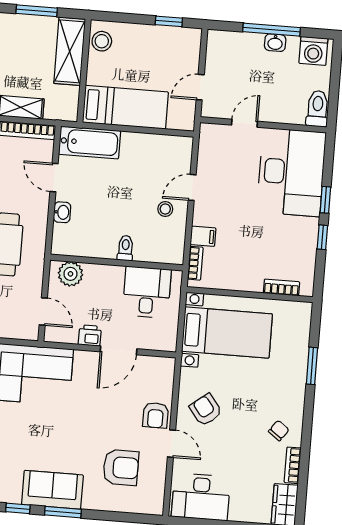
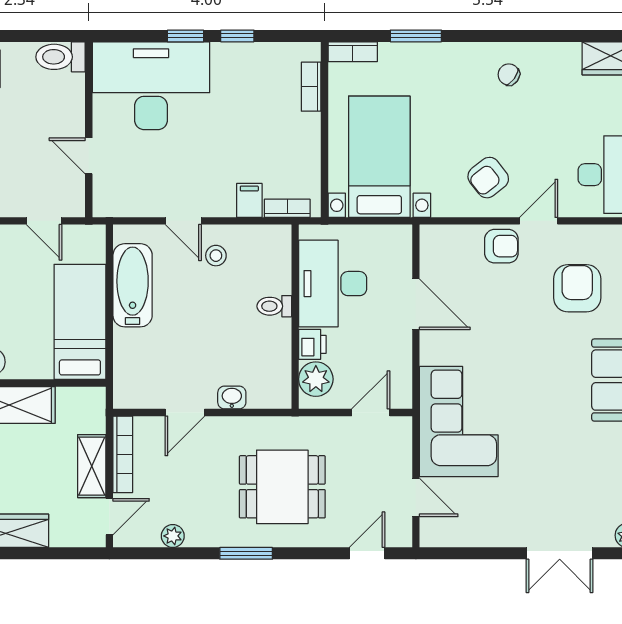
bathtub: (90, 142) -> (133, 285), moved
desk: (147, 292) -> (333, 284), width x1.37
printer: (90, 335) -> (312, 344), moved, turned 180
bookcase: (293, 465) -> (353, 52), moved

